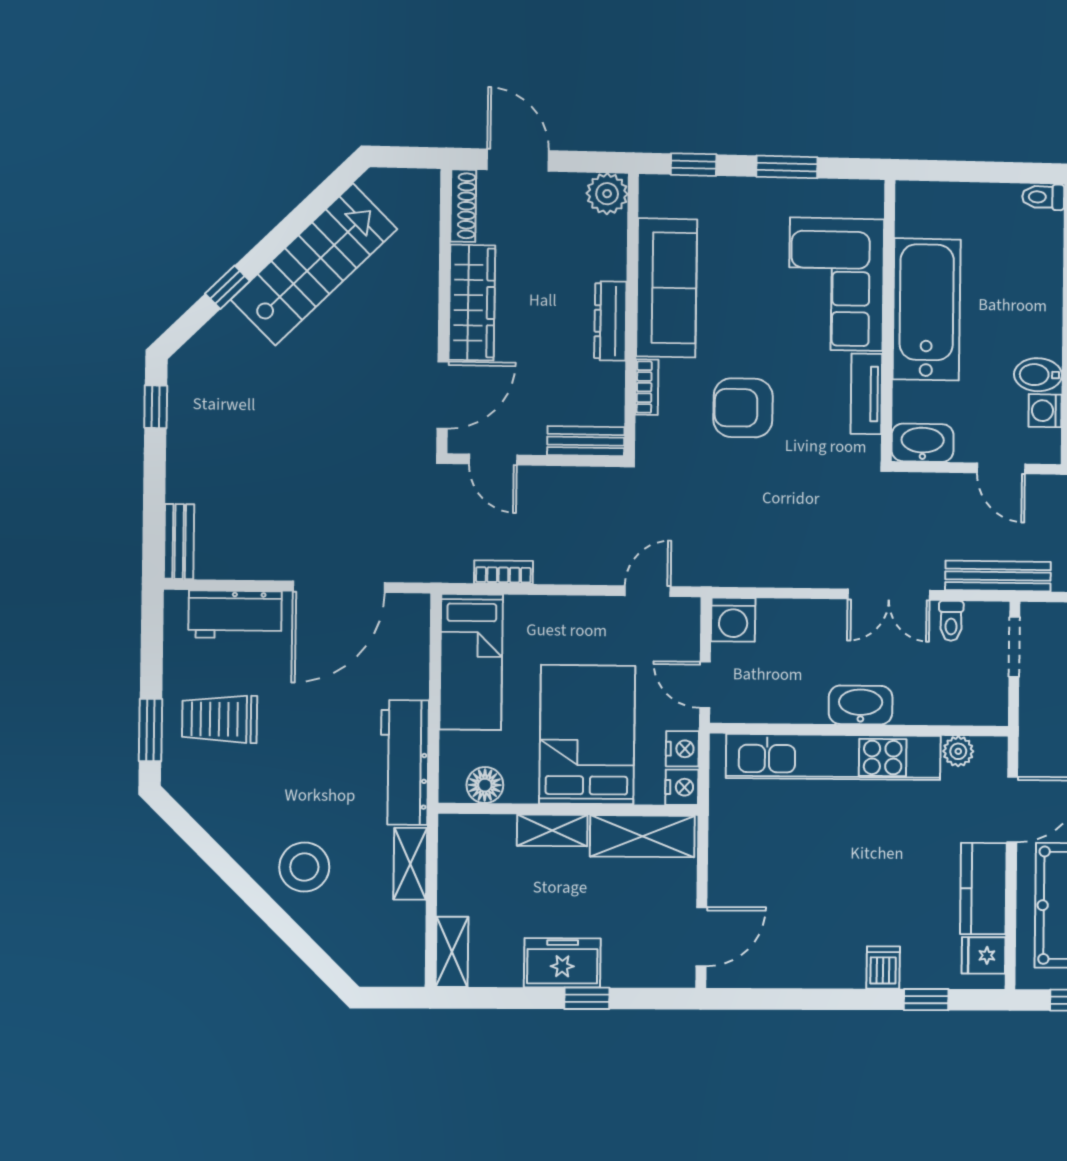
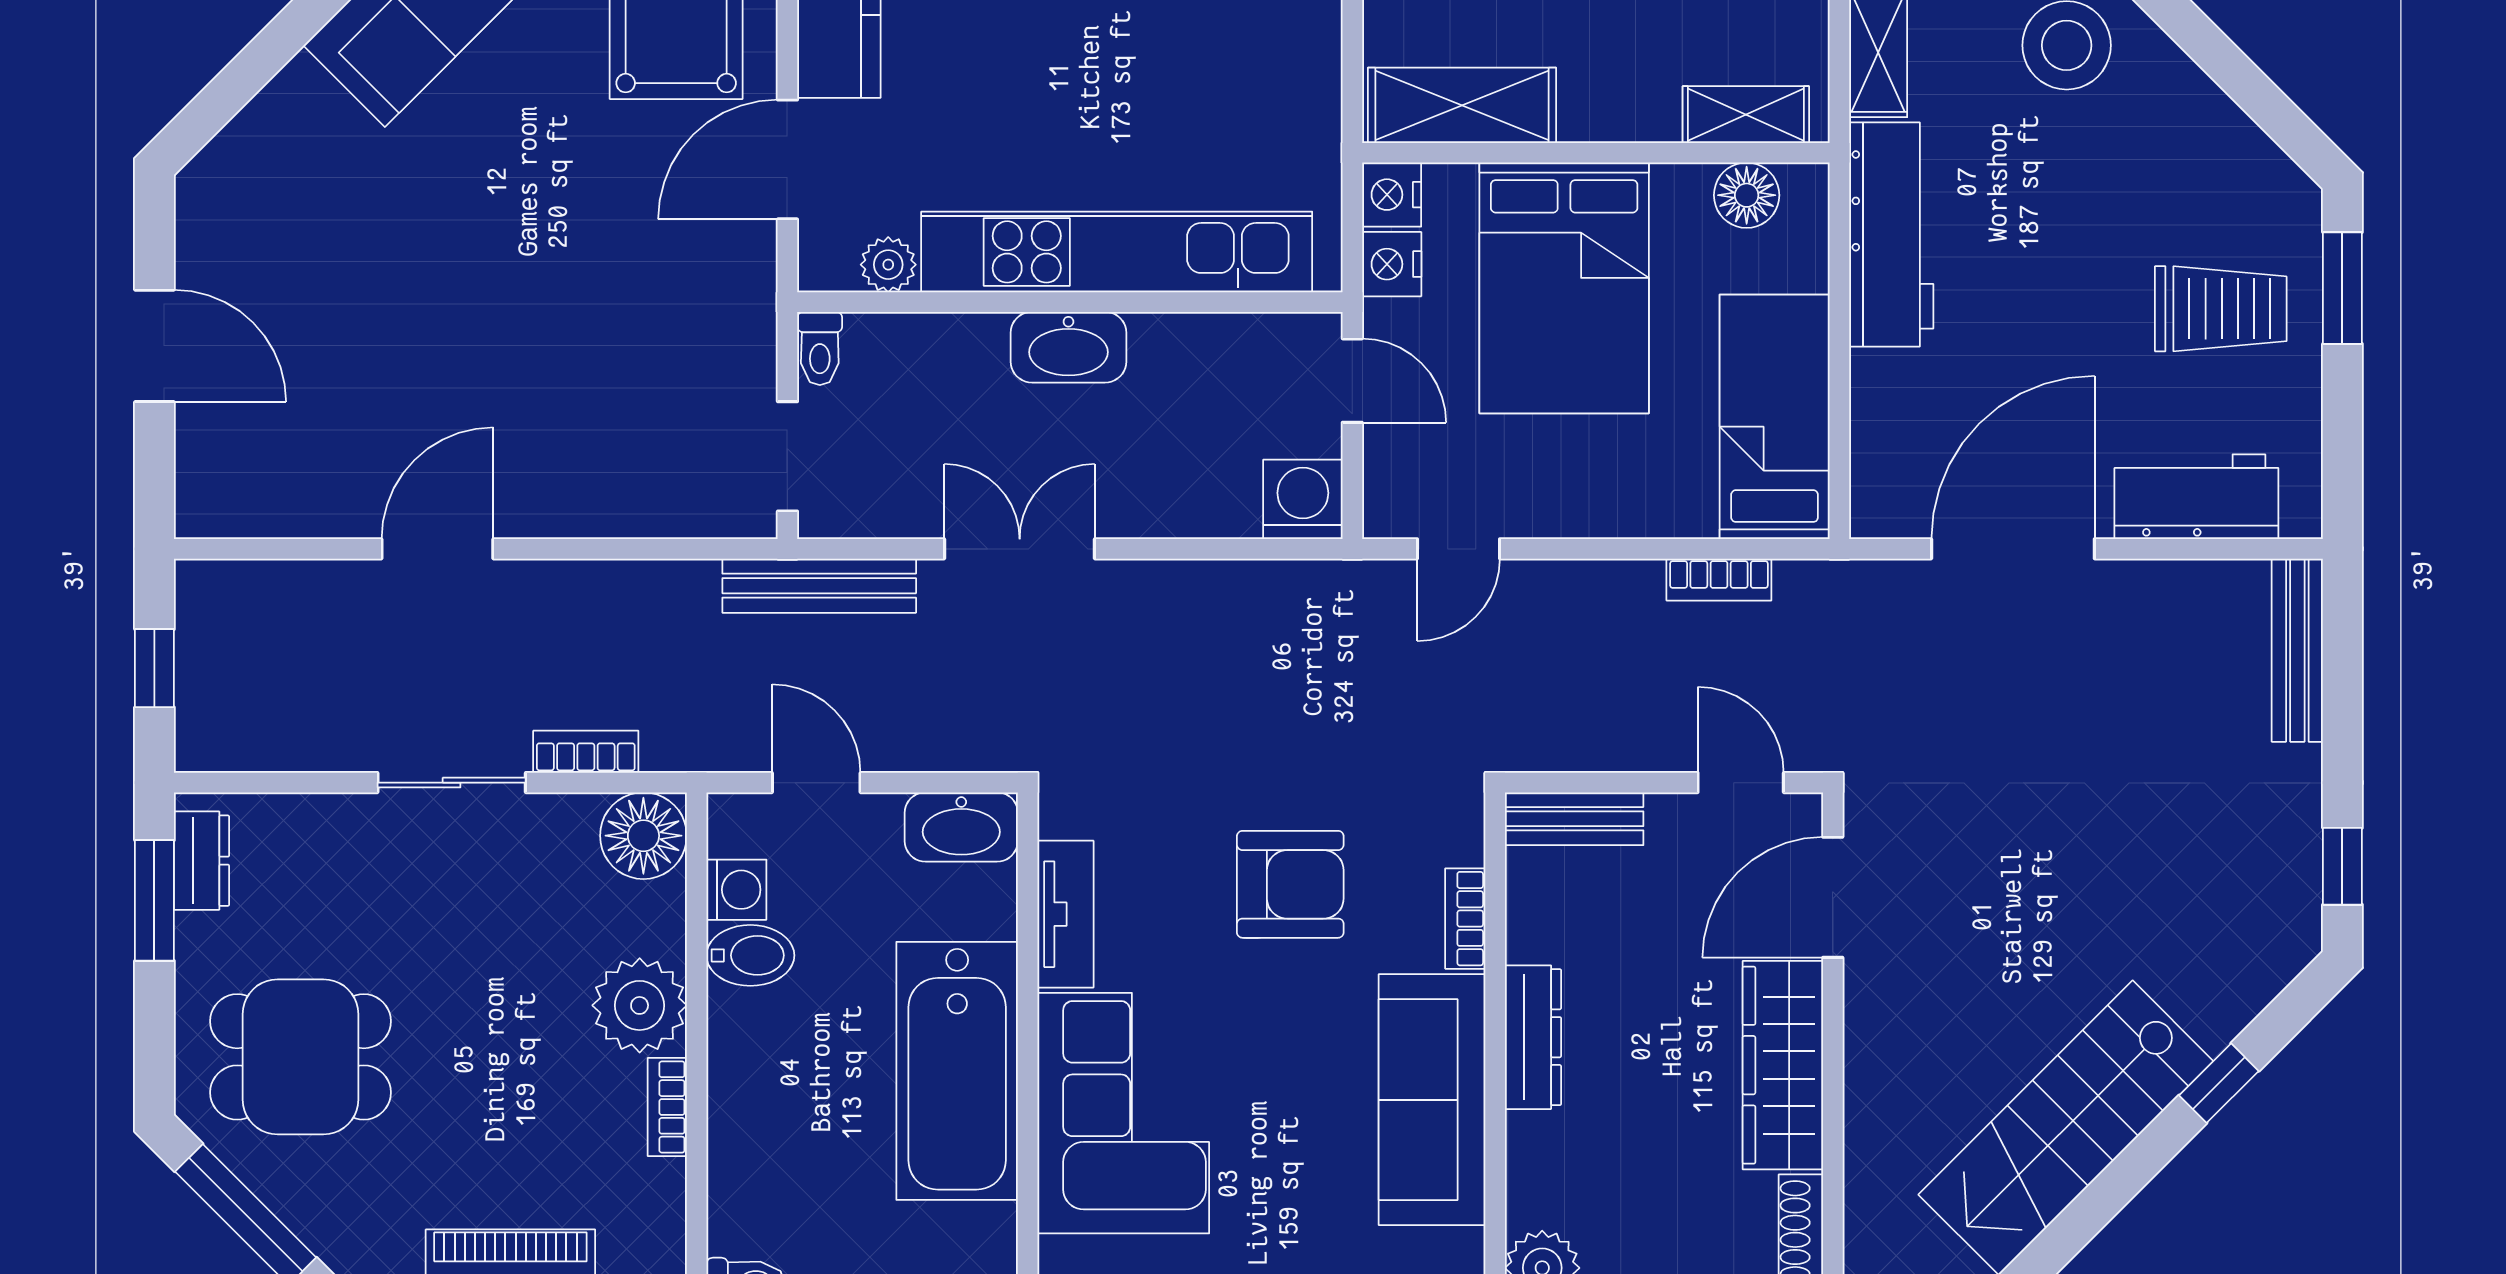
bench: (179, 542) -> (2297, 650), width x1.36
toilet: (951, 621) -> (820, 348), moved, turned 180
shelving: (552, 830) -> (1746, 115), moved

